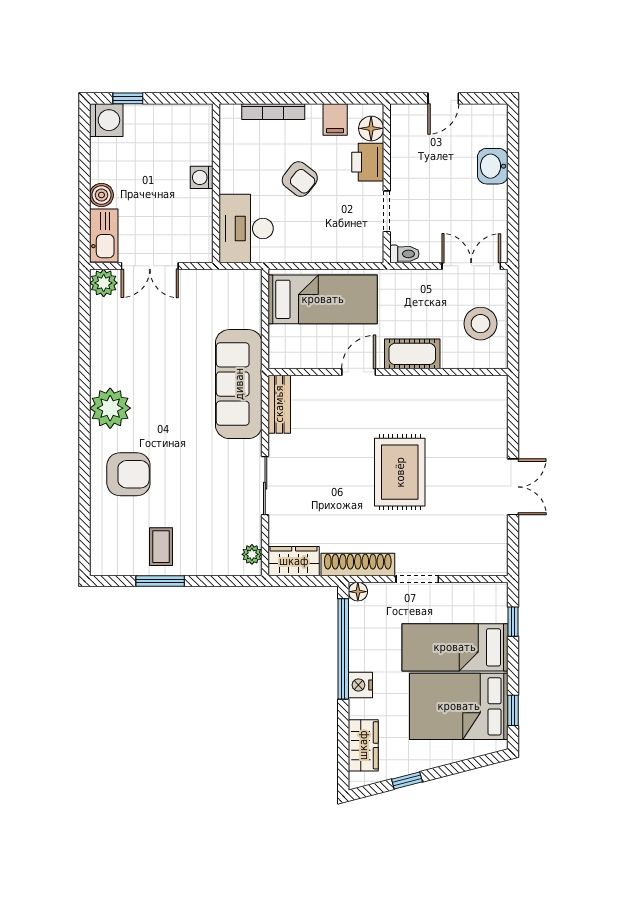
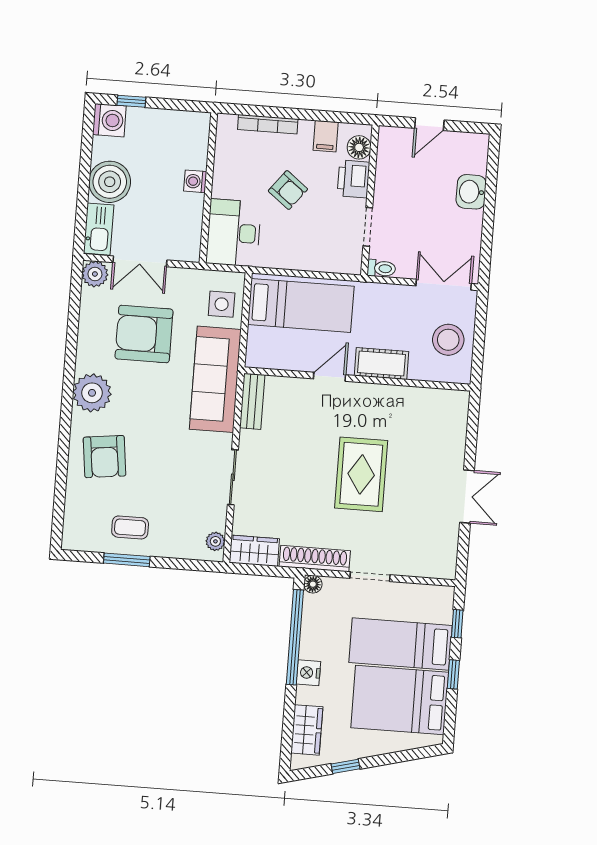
boiler: (101, 195) -> (110, 182), width x1.86, depth x1.86
side table: (239, 304) -> (222, 304), added
armchair: (160, 342) -> (144, 334), added
armchair: (128, 474) -> (104, 457), turned 83
coffee table: (161, 547) -> (130, 527), turned 90
window: (513, 710) -> (453, 674), moved

